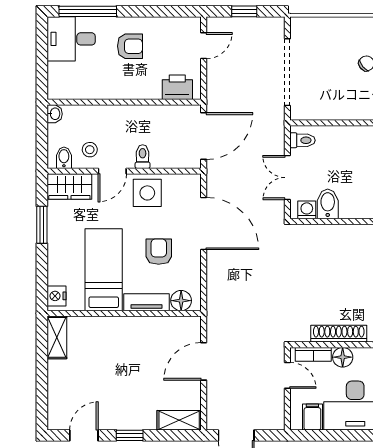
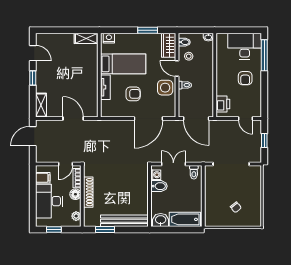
desk: (71, 39) -> (245, 46), width x1.37
floor lamp: (181, 301) -> (106, 106), removed

